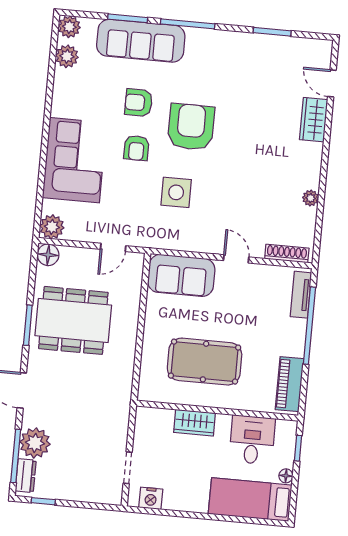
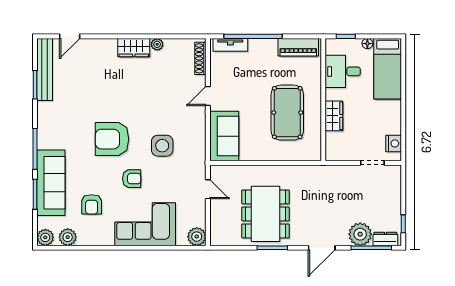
bench: (291, 46) -> (45, 69), added
armchair: (139, 103) -> (92, 204), moved
wardrobe: (314, 120) -> (134, 48), moved
floor lamp: (48, 255) -> (218, 237), removed

